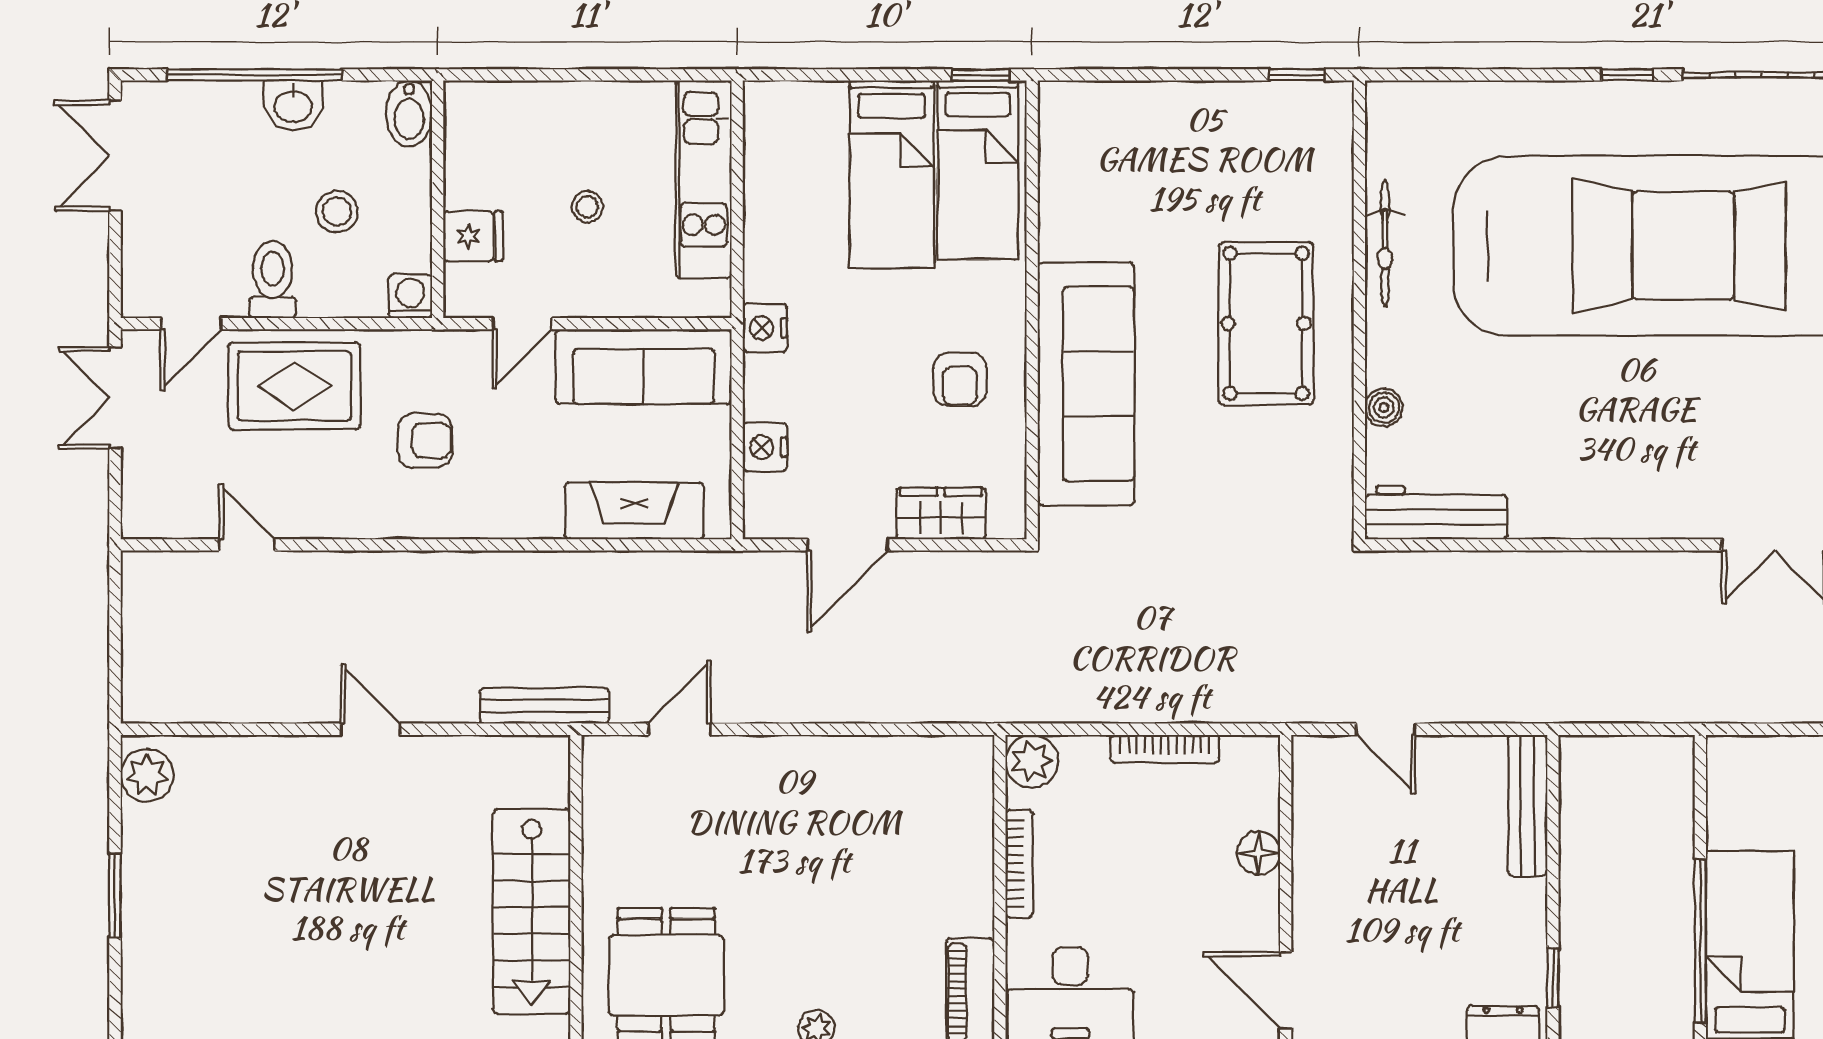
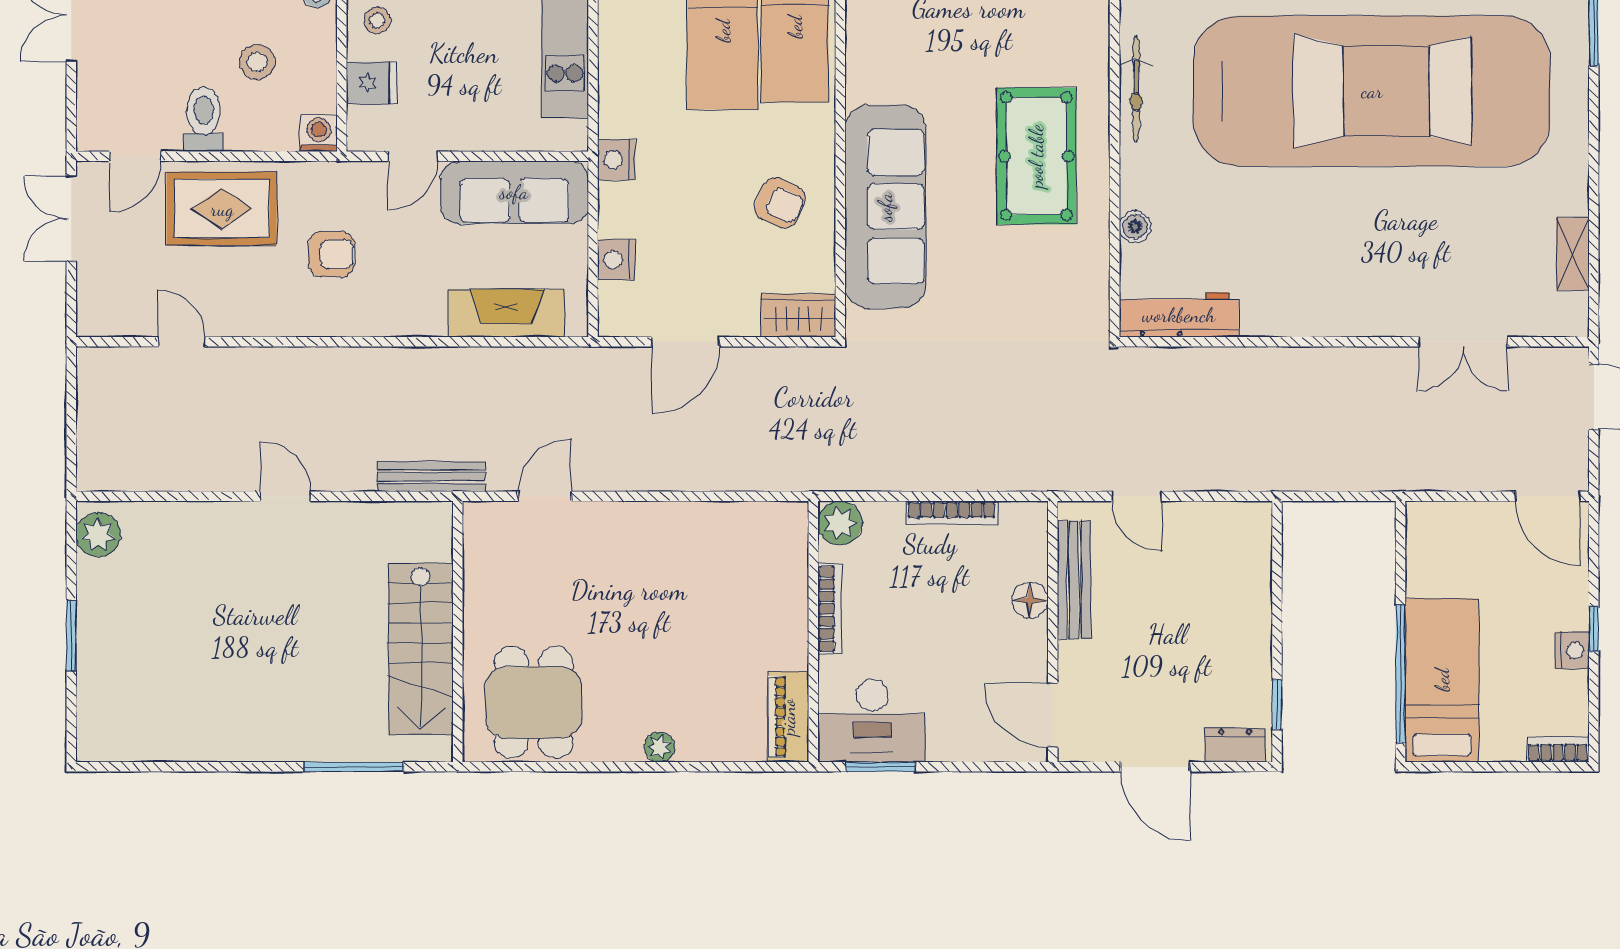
stool: (587, 207) -> (377, 20), moved
armchair: (960, 379) -> (780, 203), turned -65
wardrobe: (941, 514) -> (798, 315), moved
bench: (1528, 805) -> (1074, 580), moved

